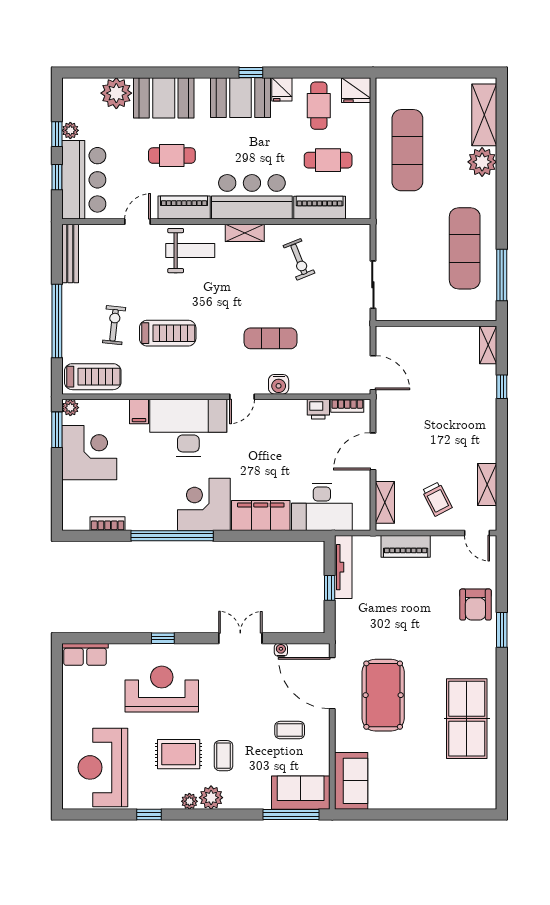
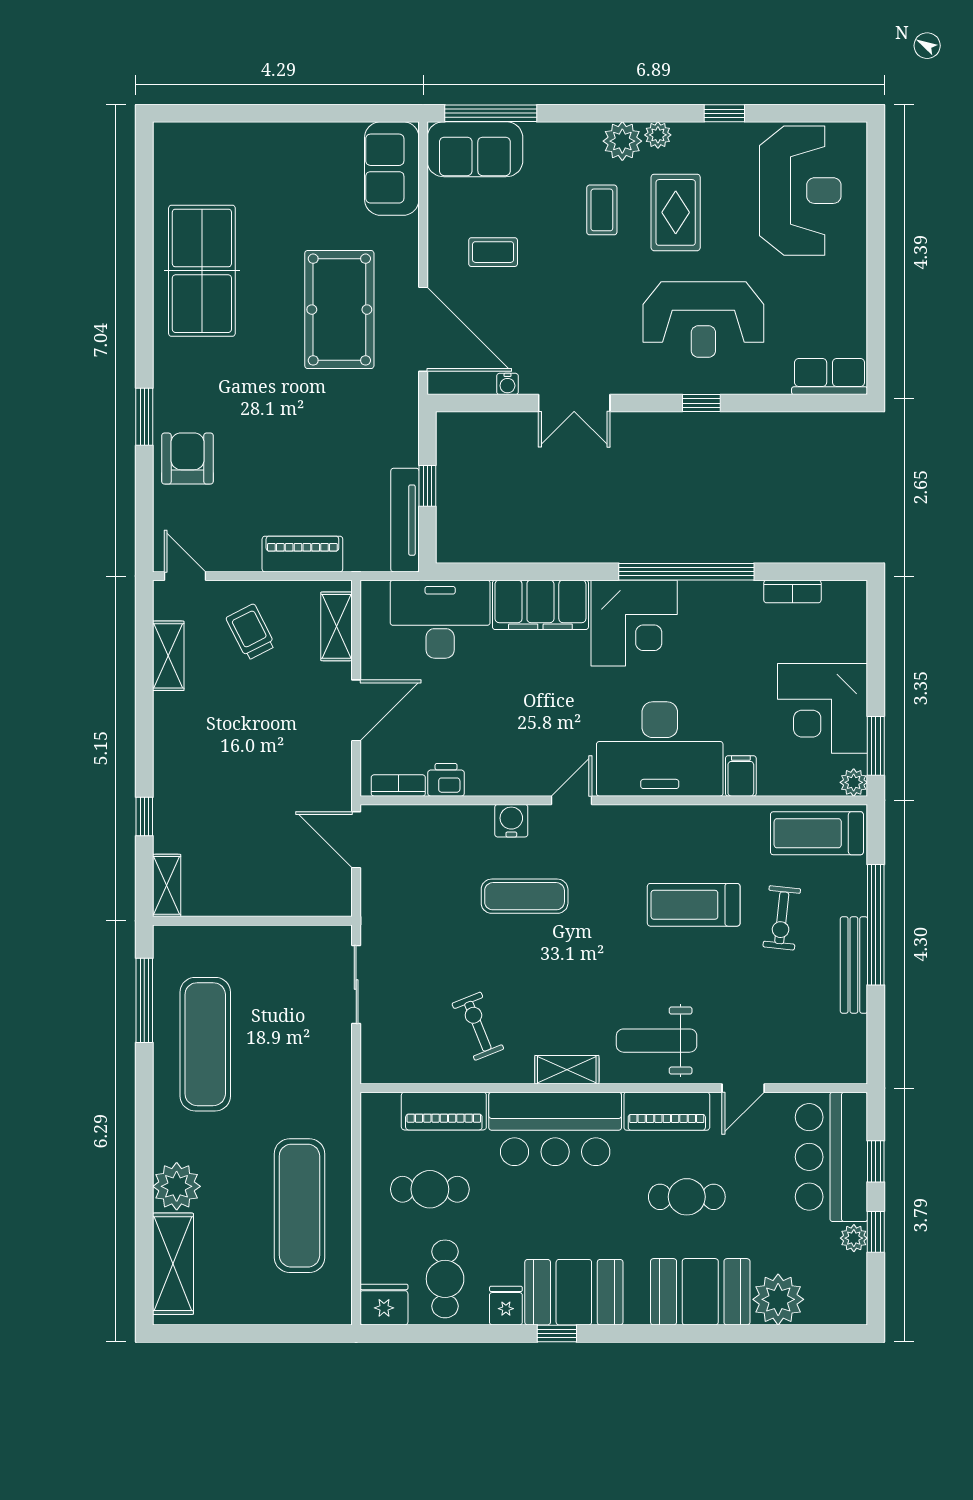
bench: (70, 253) -> (854, 965), moved
rug: (179, 754) -> (676, 212), turned 90

